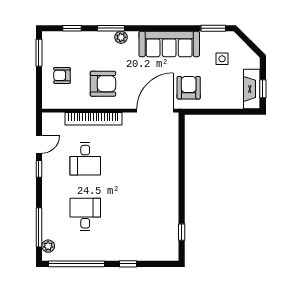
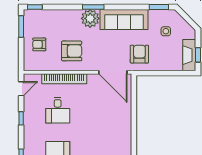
window: (72, 28) -> (35, 7), moved
window: (111, 28) -> (93, 7), moved
plant: (121, 37) -> (90, 18), width x1.87, depth x1.87
door: (155, 111) -> (113, 72), swing flipped
door: (39, 144) -> (21, 89), moved

